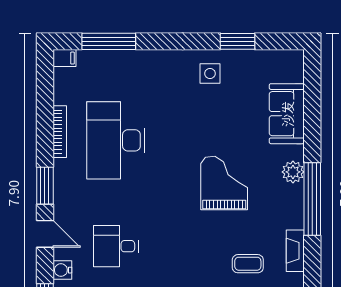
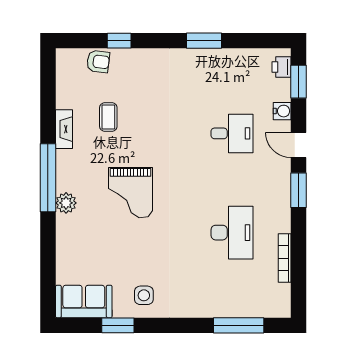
filing cabinet: (64, 58) -> (280, 310), removed
sofa: (287, 114) -> (84, 301), moved, turned -90
bookcase: (60, 132) -> (285, 258), moved
desk: (116, 140) -> (232, 233), width x0.73, depth x0.77
coffee table: (248, 264) -> (108, 117), turned 90

